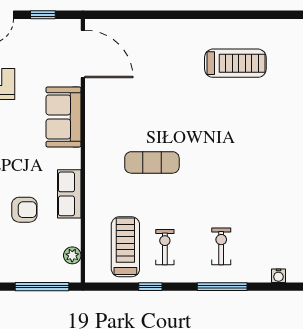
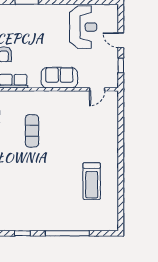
door: (83, 54) -> (97, 89), width x0.53

